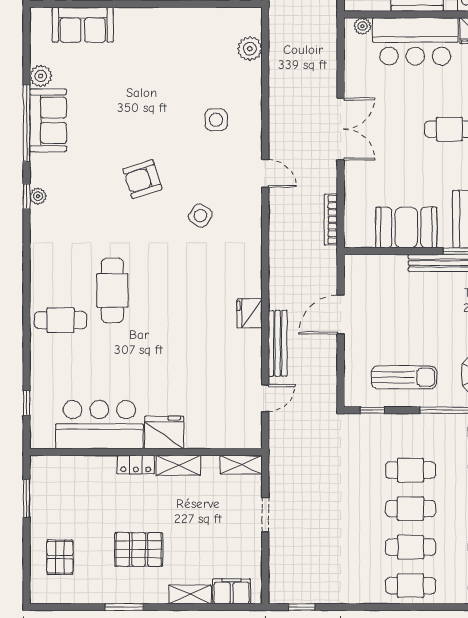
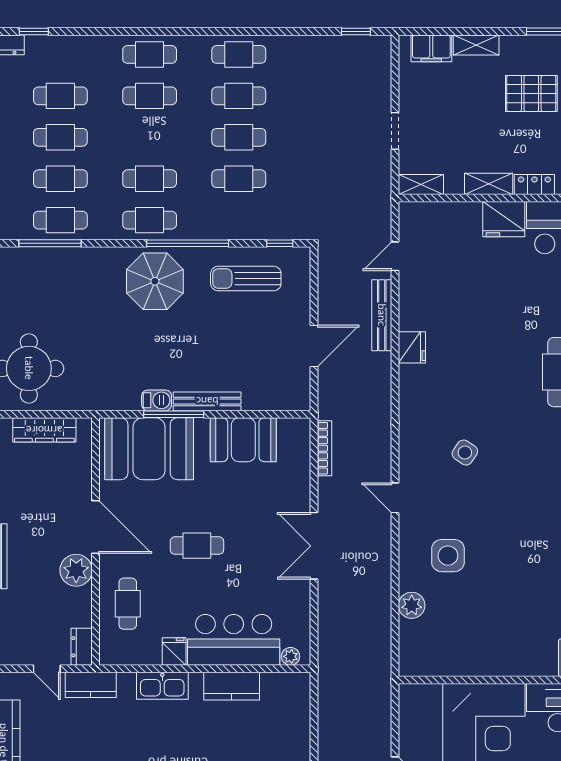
plant: (250, 49) -> (412, 605), moved
side table: (216, 120) -> (448, 556), width x1.37, depth x1.37
armchair: (142, 179) -> (527, 492), removed

